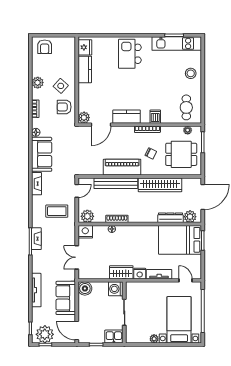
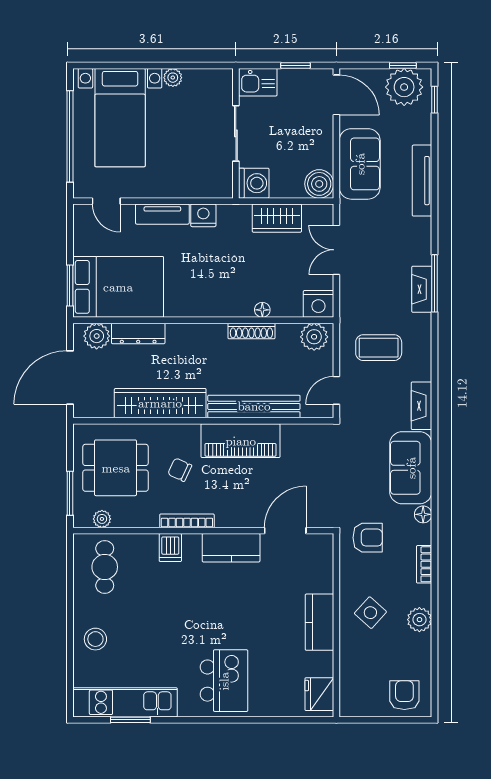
kitchen counter: (85, 69) -> (319, 622), moved
armchair: (64, 107) -> (368, 538), moved
plant: (84, 118) -> (321, 546), removed
double door: (77, 257) -> (336, 250), swing flipped
wardrobe: (121, 272) -> (277, 218), moved

